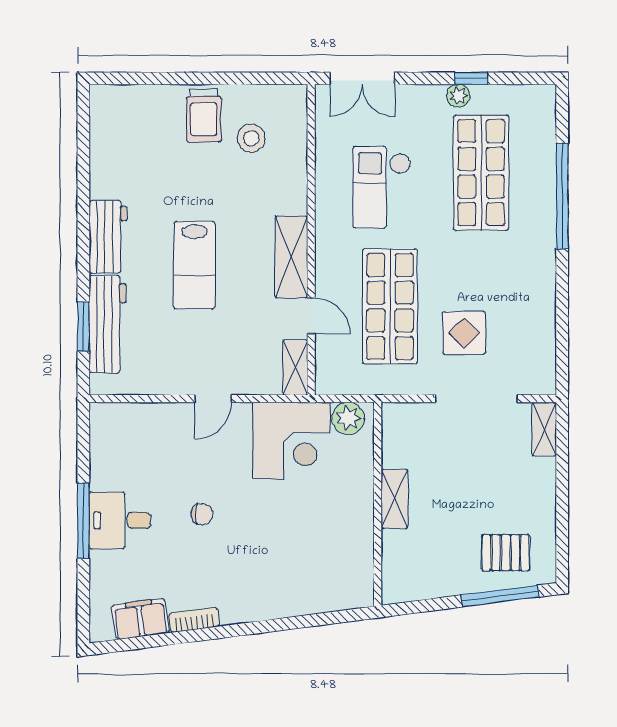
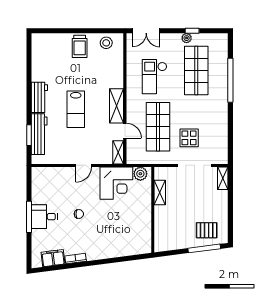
stool: (251, 138) -> (106, 43), moved
shelving: (395, 499) -> (160, 192), moved

